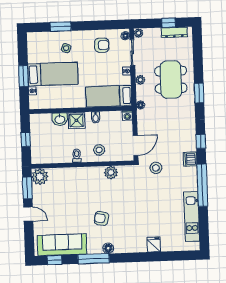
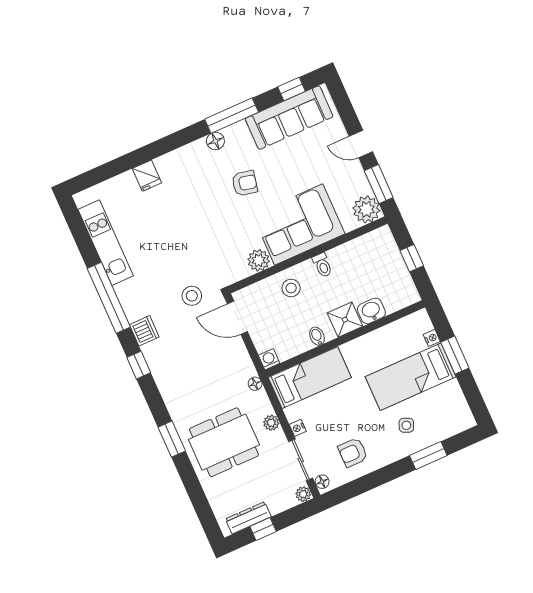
dining table: (171, 80) -> (224, 442), turned 90
door: (136, 145) -> (237, 318), hinge flipped
corner sofa: (81, 183) -> (299, 224), added

